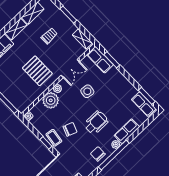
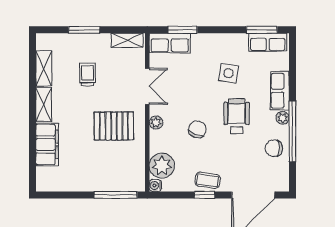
side table: (87, 91) -> (228, 73), moved
plant: (51, 100) -> (162, 166), moved
chair: (70, 129) -> (197, 129), moved

